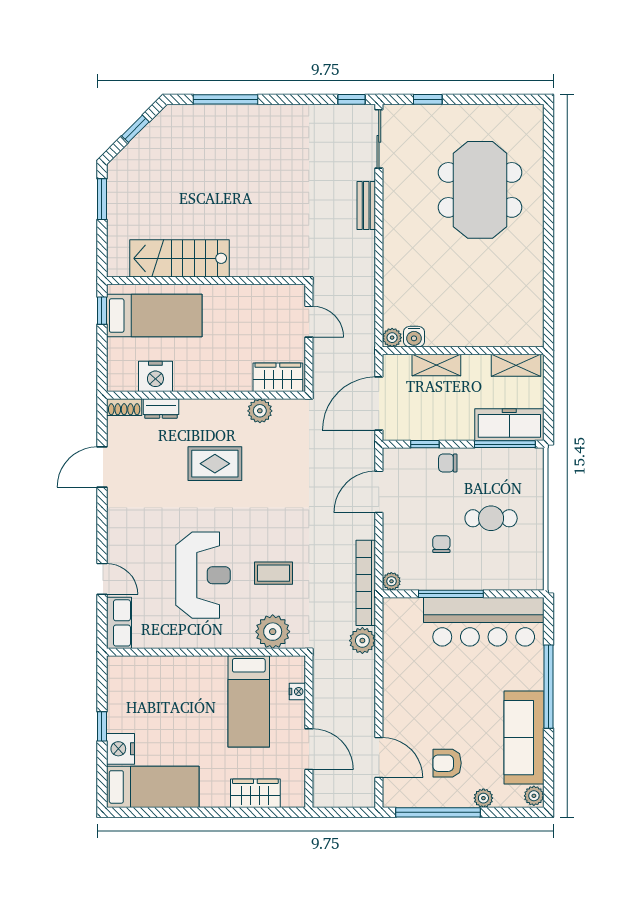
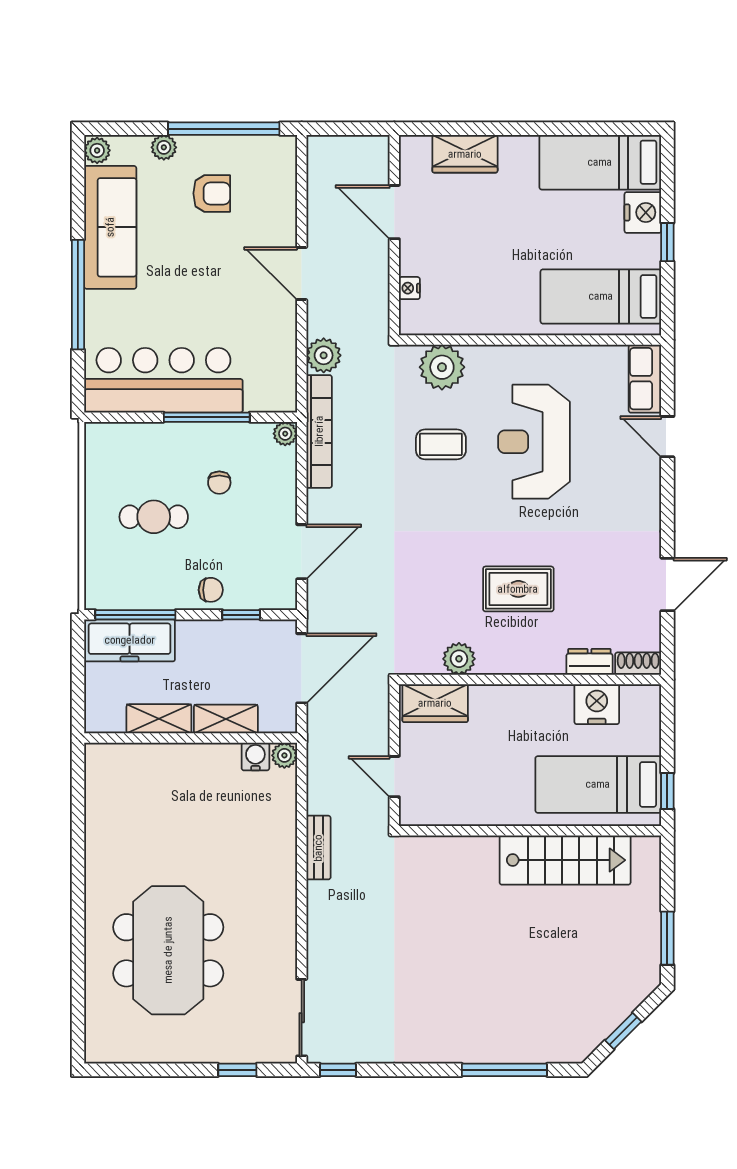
bench: (366, 205) -> (318, 848), moved
shelving: (516, 365) -> (159, 719), moved
bed: (249, 701) -> (601, 296), moved, turned -90
door: (379, 757) -> (302, 274), moved

